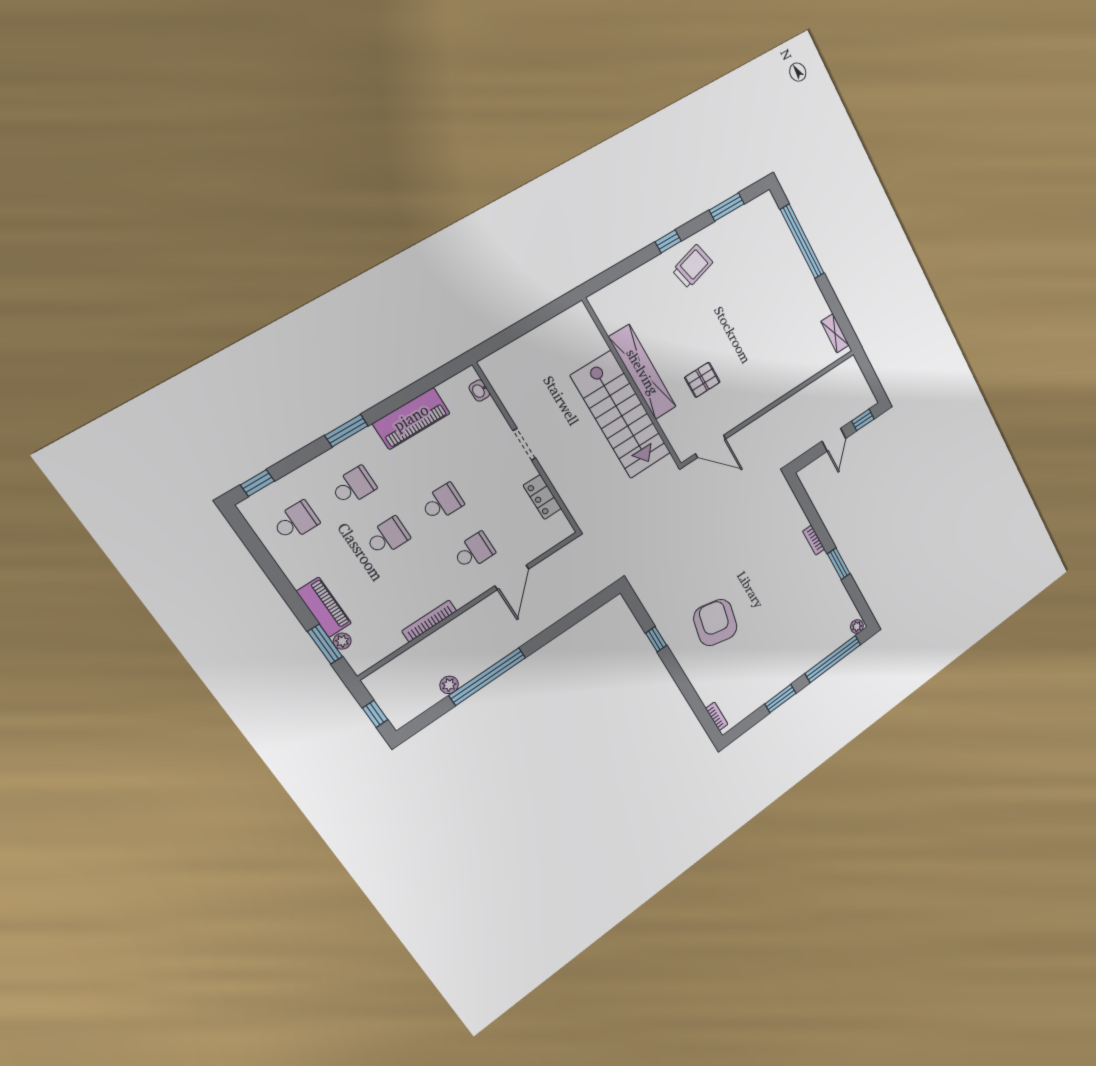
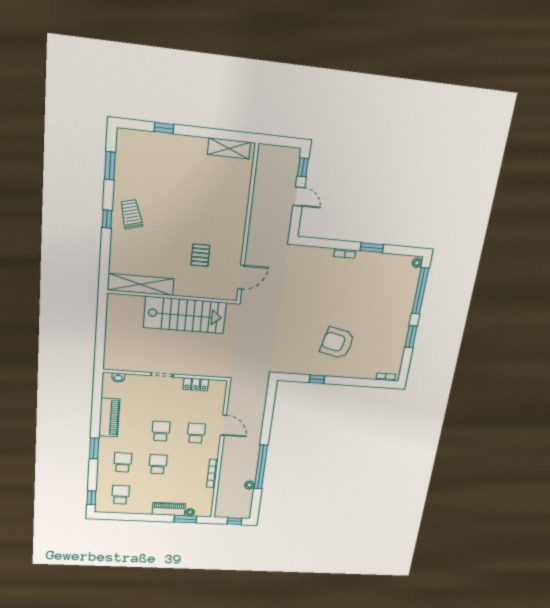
window: (802, 241) -> (164, 128), width x0.32
shelving: (835, 333) -> (229, 148), width x1.50, depth x1.33
shelving: (642, 372) -> (141, 284), moved

